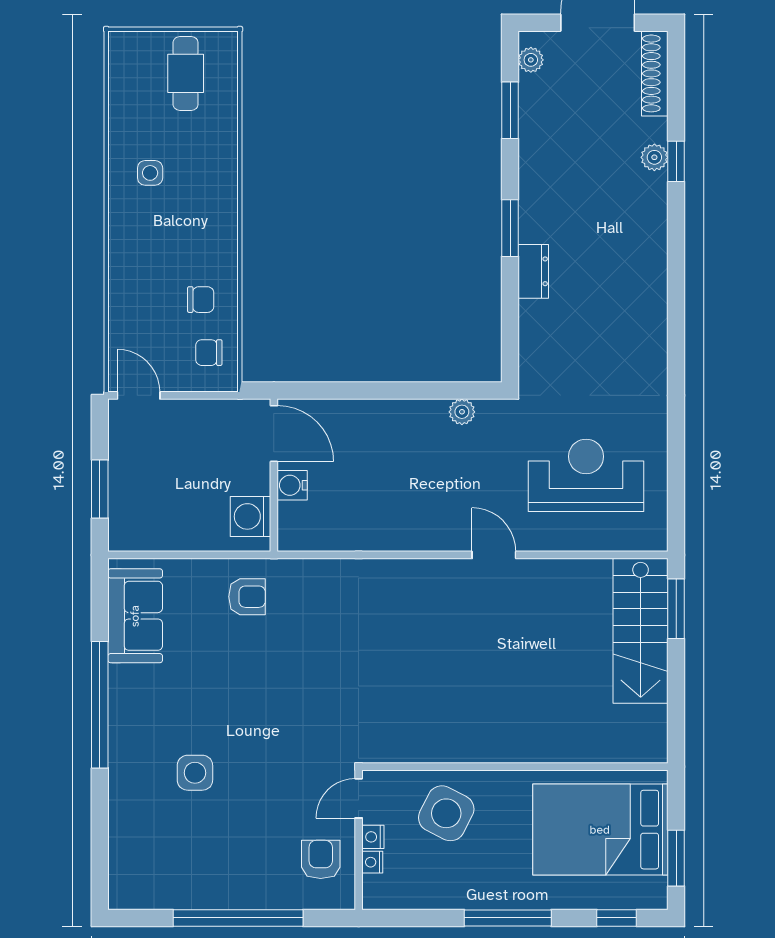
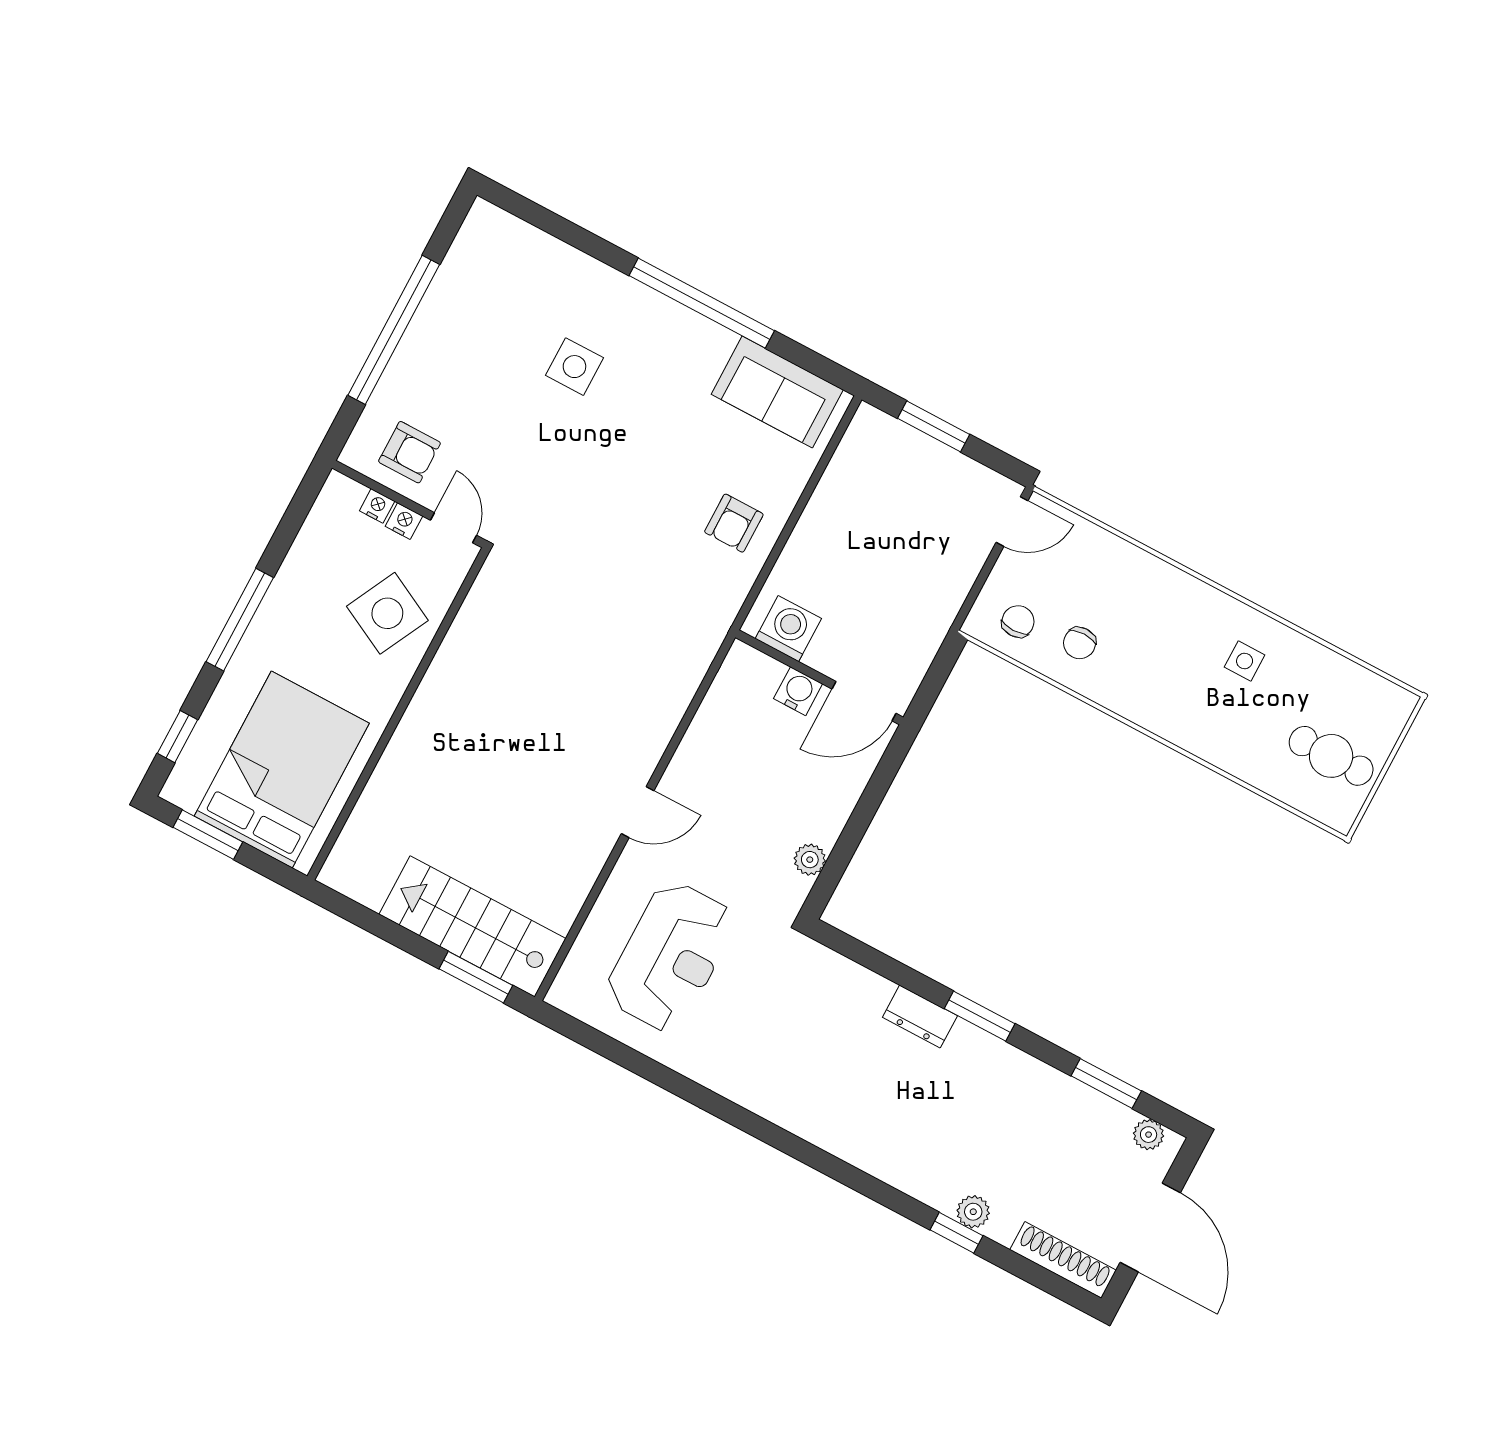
door: (274, 434) -> (864, 701), moved
wall: (274, 475) -> (819, 677), moved
water cooler: (292, 485) -> (798, 691), moved
washing machine: (251, 516) -> (788, 629), moved

